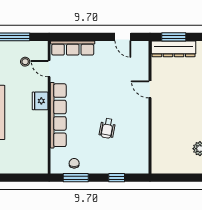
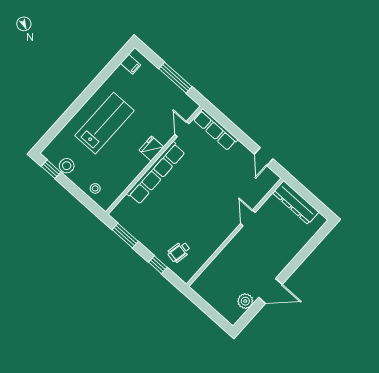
window: (174, 37) -> (304, 193), removed
stool: (25, 62) -> (95, 188), moved
wheelchair: (107, 128) -> (179, 252), moved
chair: (74, 163) -> (134, 223), removed

